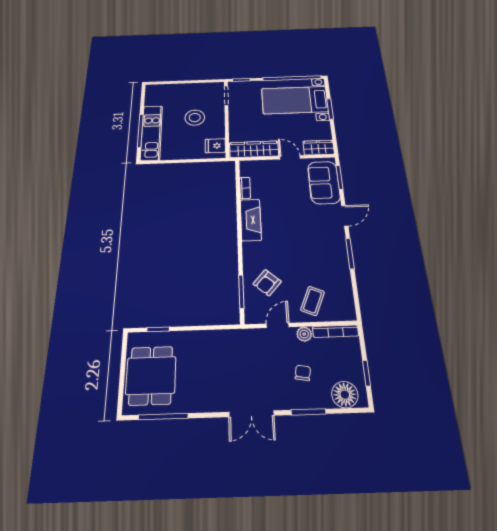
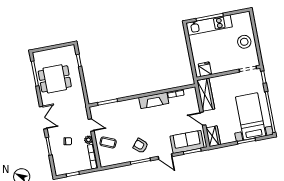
stool: (195, 118) -> (244, 42), moved
door: (290, 157) -> (203, 119), swing flipped
armchair: (267, 283) -> (141, 146), moved
dining table: (151, 375) -> (55, 79), moved
floor lamp: (345, 395) -> (60, 164), removed
double door: (251, 414) -> (43, 118), swing flipped

